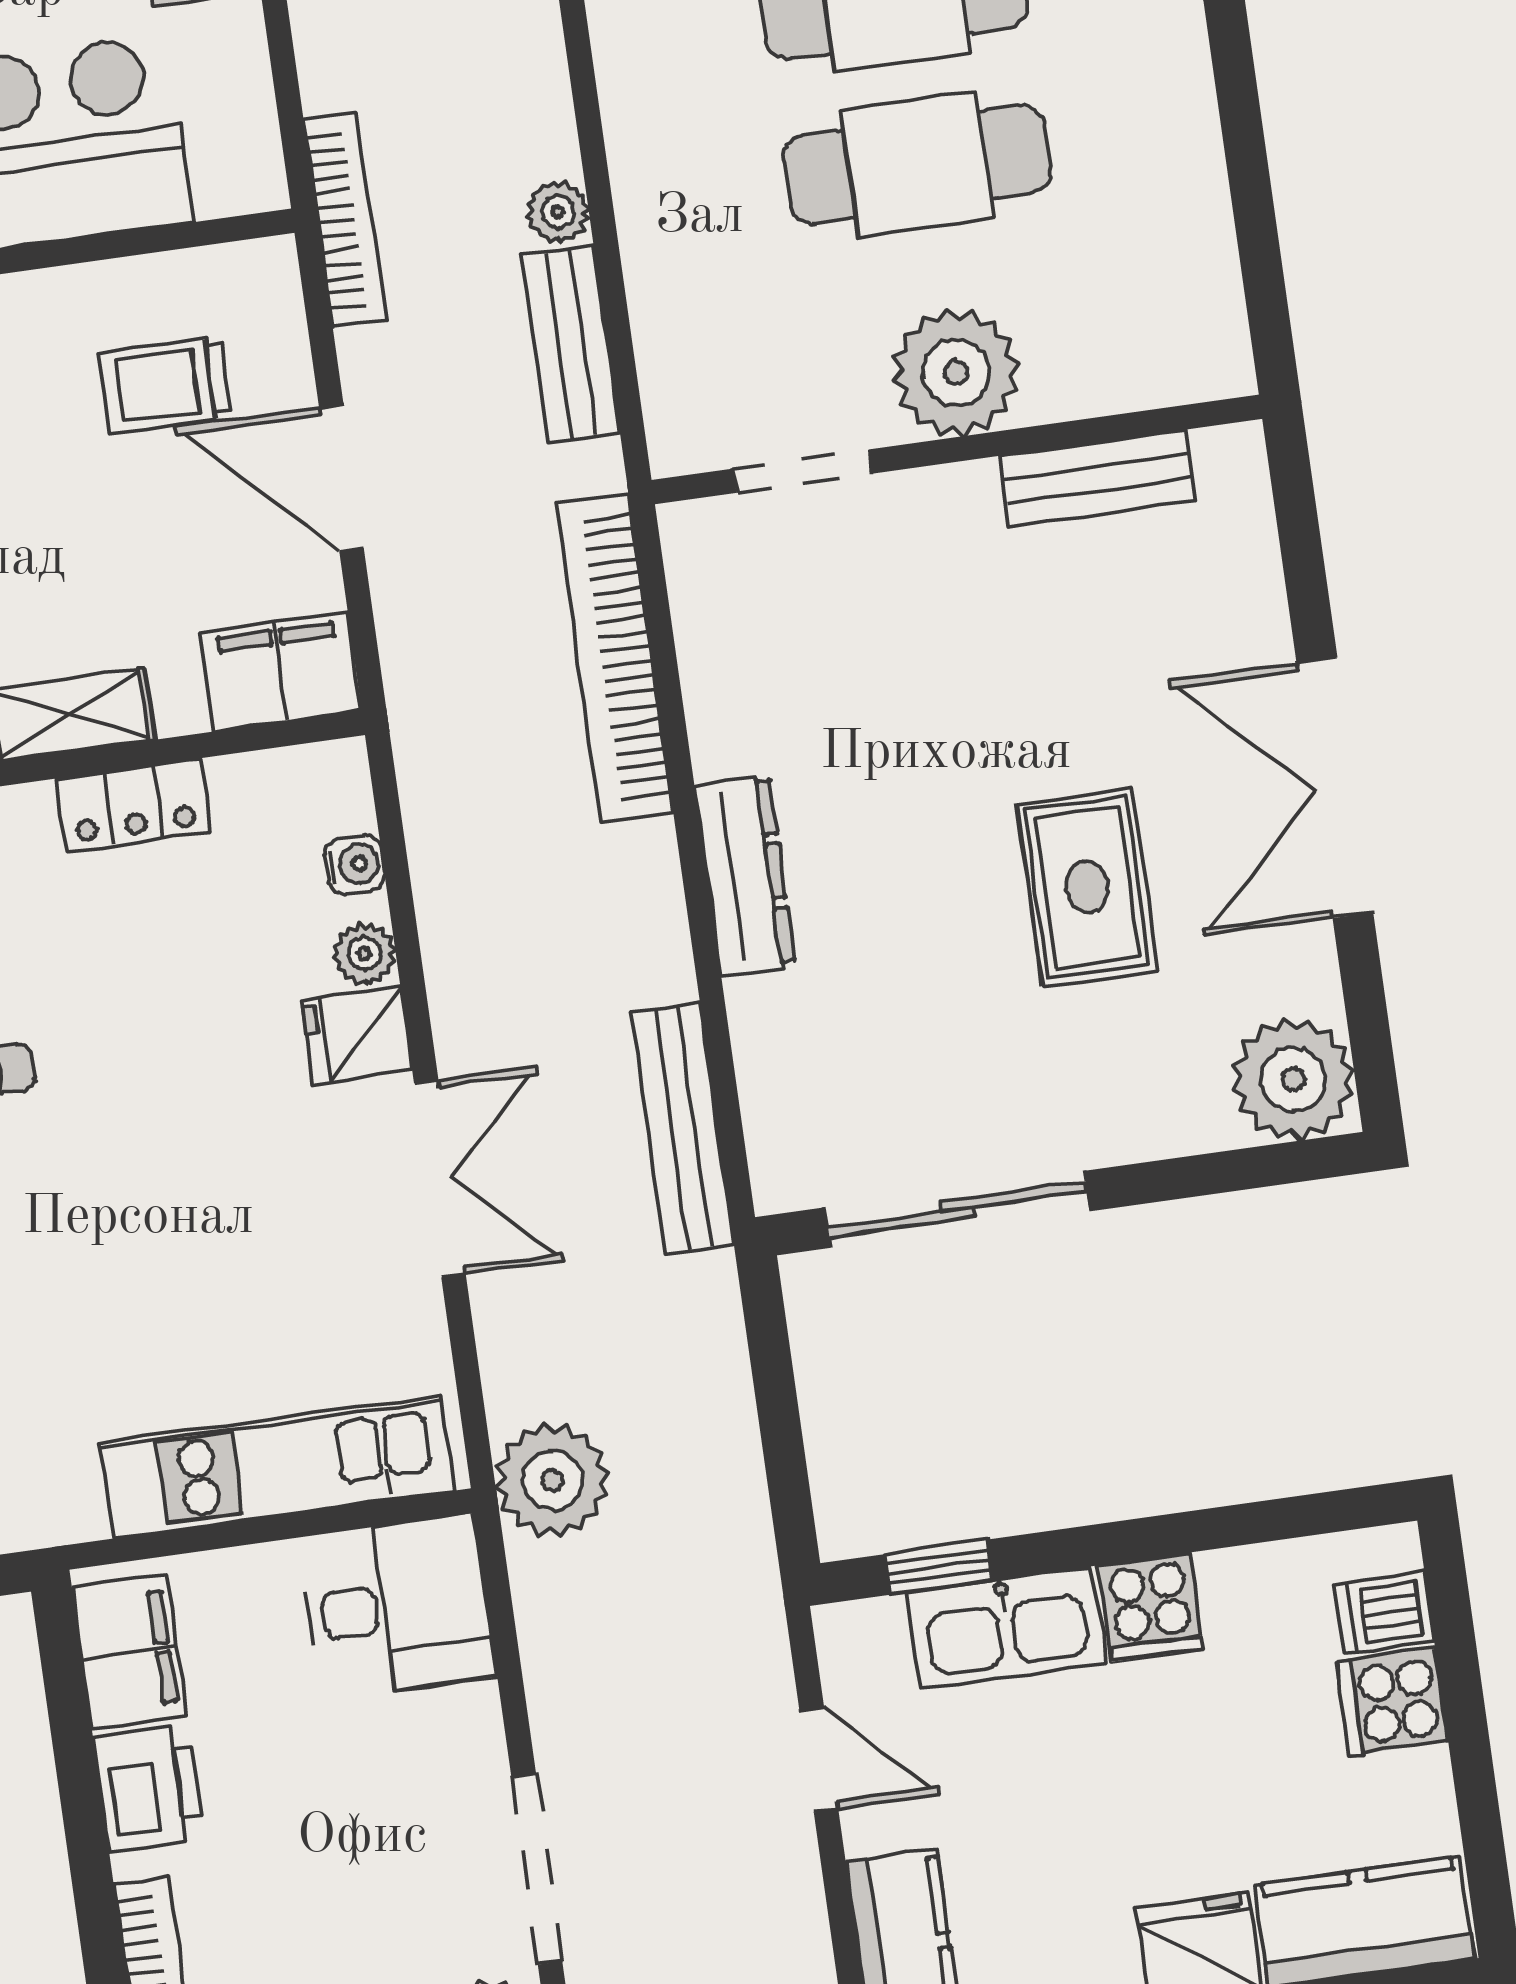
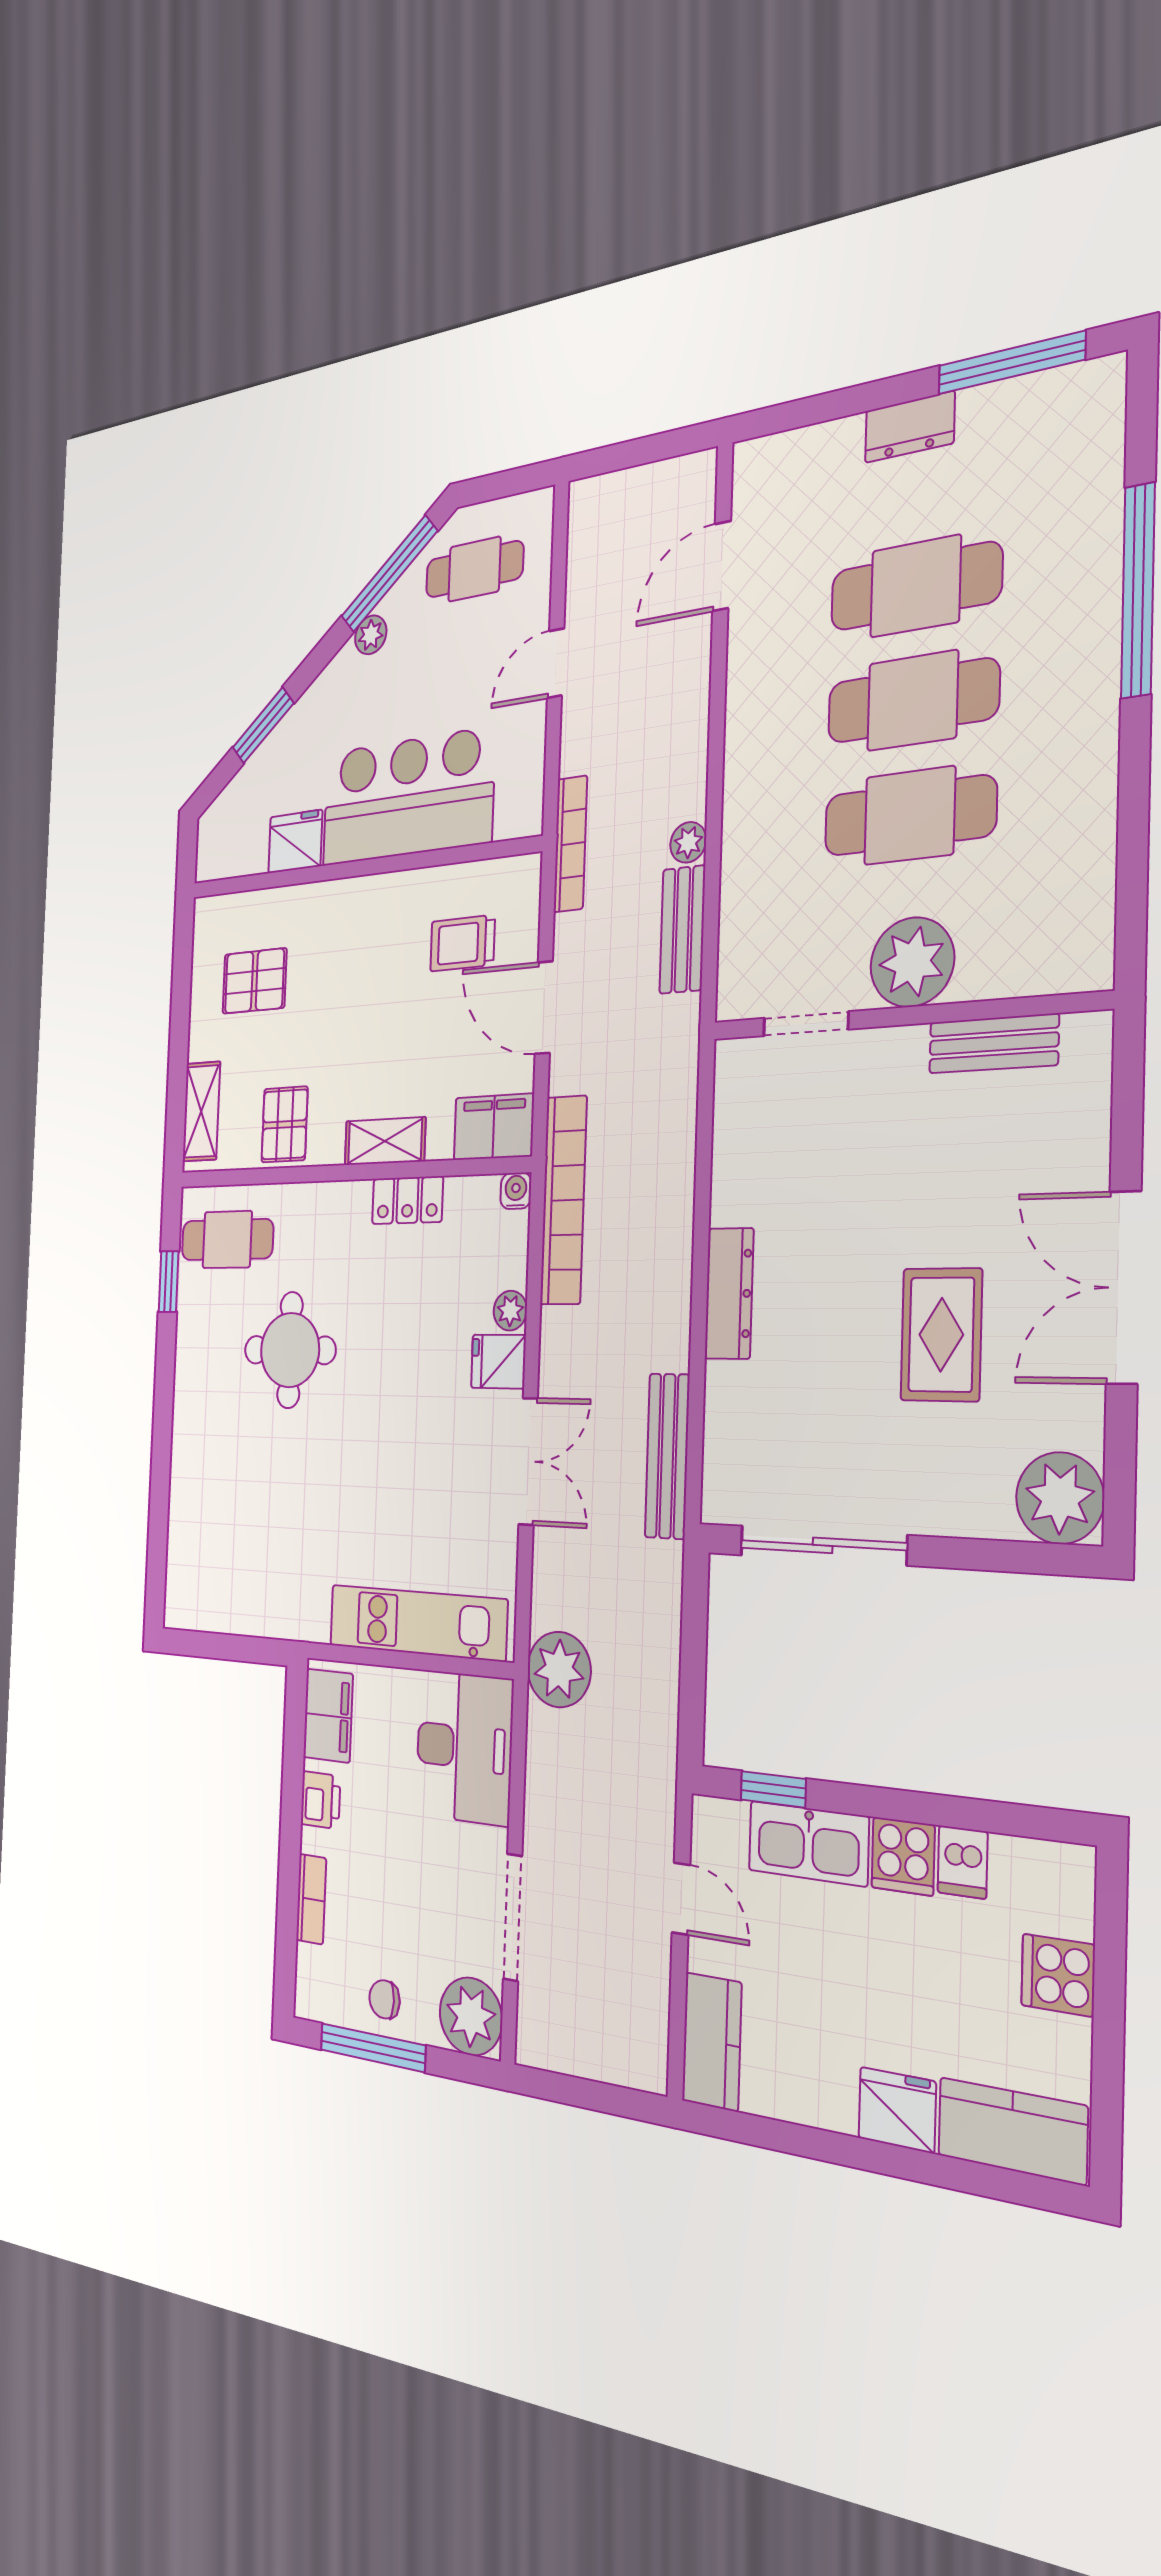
bookcase: (615, 658) -> (564, 1200), moved, turned 180
water cooler: (355, 864) -> (516, 1191), moved, turned -90
desk: (398, 1607) -> (464, 1747), width x1.37
dishwasher: (1384, 1613) -> (963, 1862), moved, turned -90
printer: (149, 1787) -> (320, 1800), width x0.73, depth x0.81

